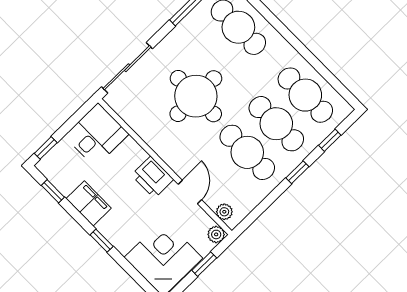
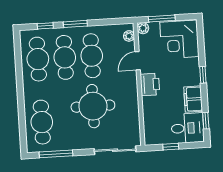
desk: (96, 135) -> (188, 128), moved, turned 180
window: (46, 148) -> (171, 147), moved
window: (297, 172) -> (75, 24), width x1.50
window: (204, 264) -> (162, 19), width x1.50

